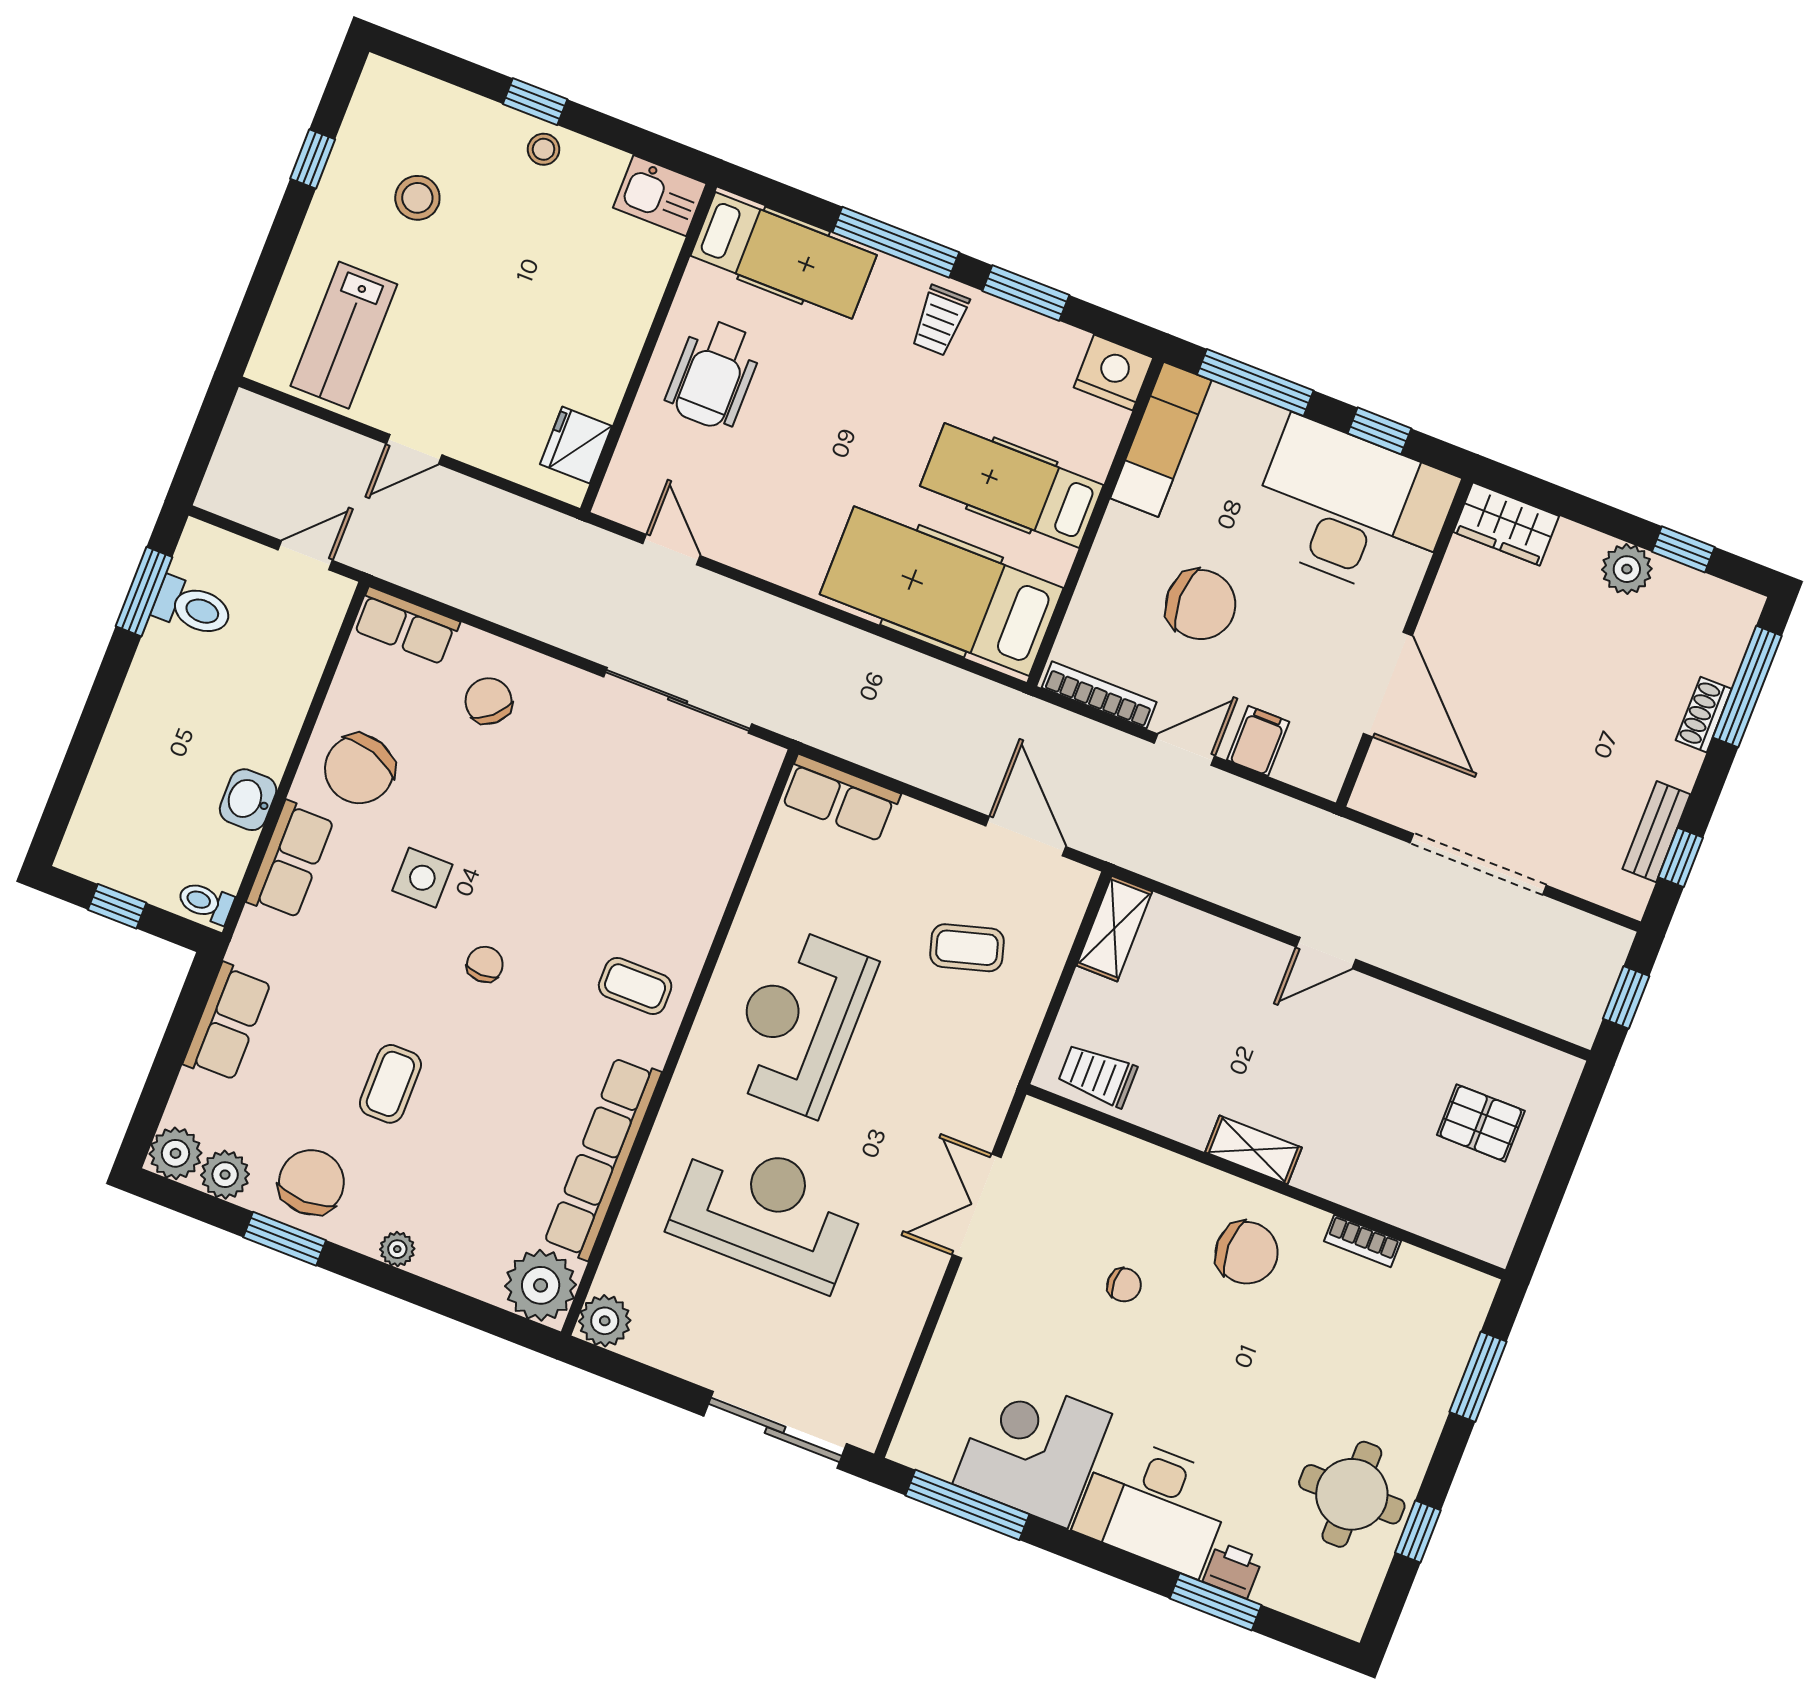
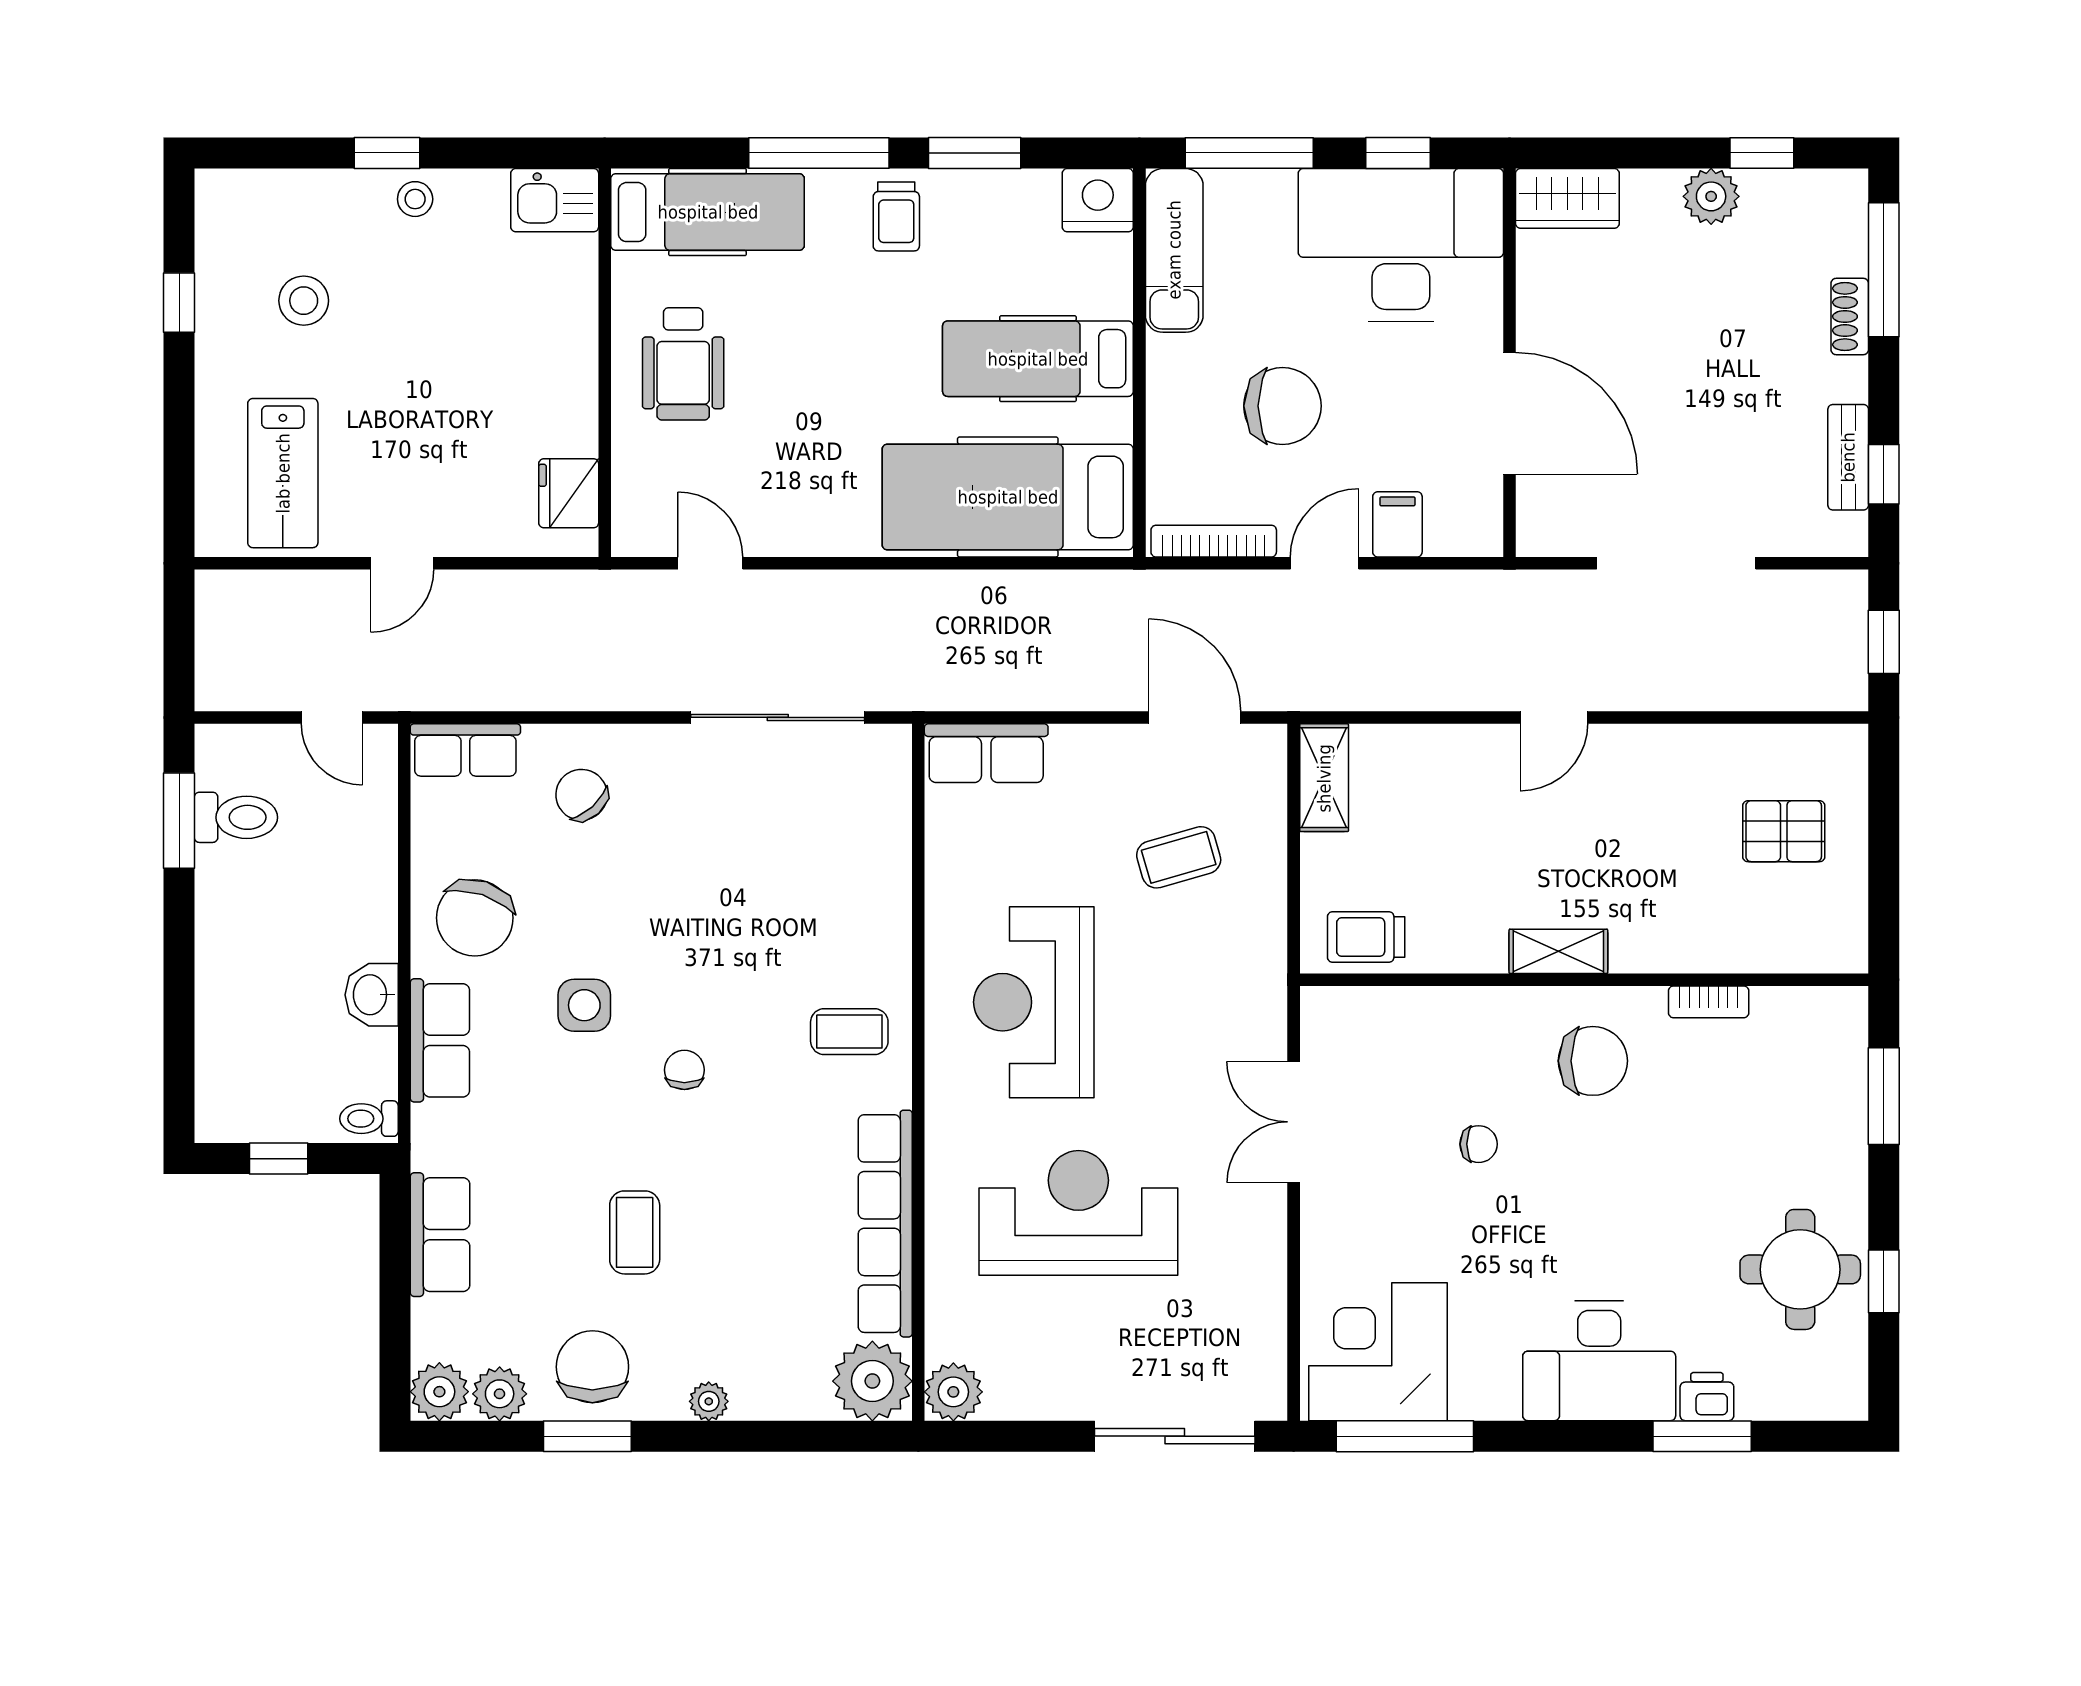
door: (305, 555) -> (332, 717), swing flipped
corner desk: (1032, 1449) -> (1378, 1352), moved

